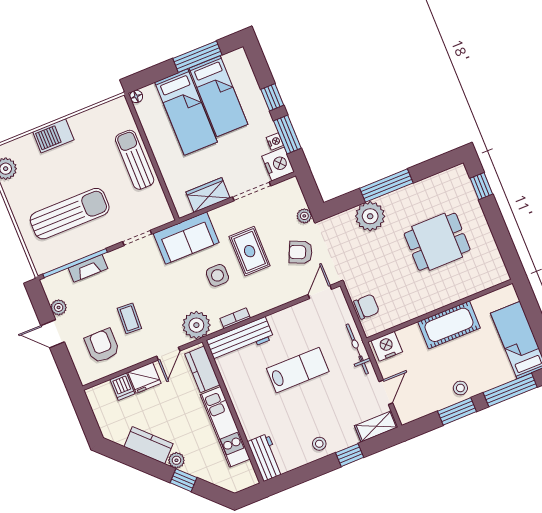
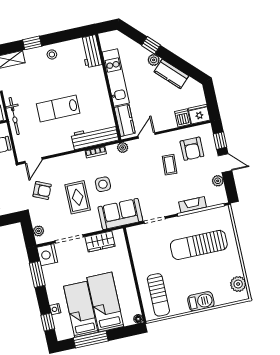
window: (272, 97) -> (48, 322), moved
nightstand: (275, 141) -> (55, 309), moved
sun lounger: (135, 160) -> (158, 295), moved
plant: (304, 216) -> (39, 231), moved
plant: (196, 325) -> (123, 147), width x0.53, depth x0.53
window: (65, 364) -> (220, 141), added
fridge: (144, 378) -> (199, 114), moved

